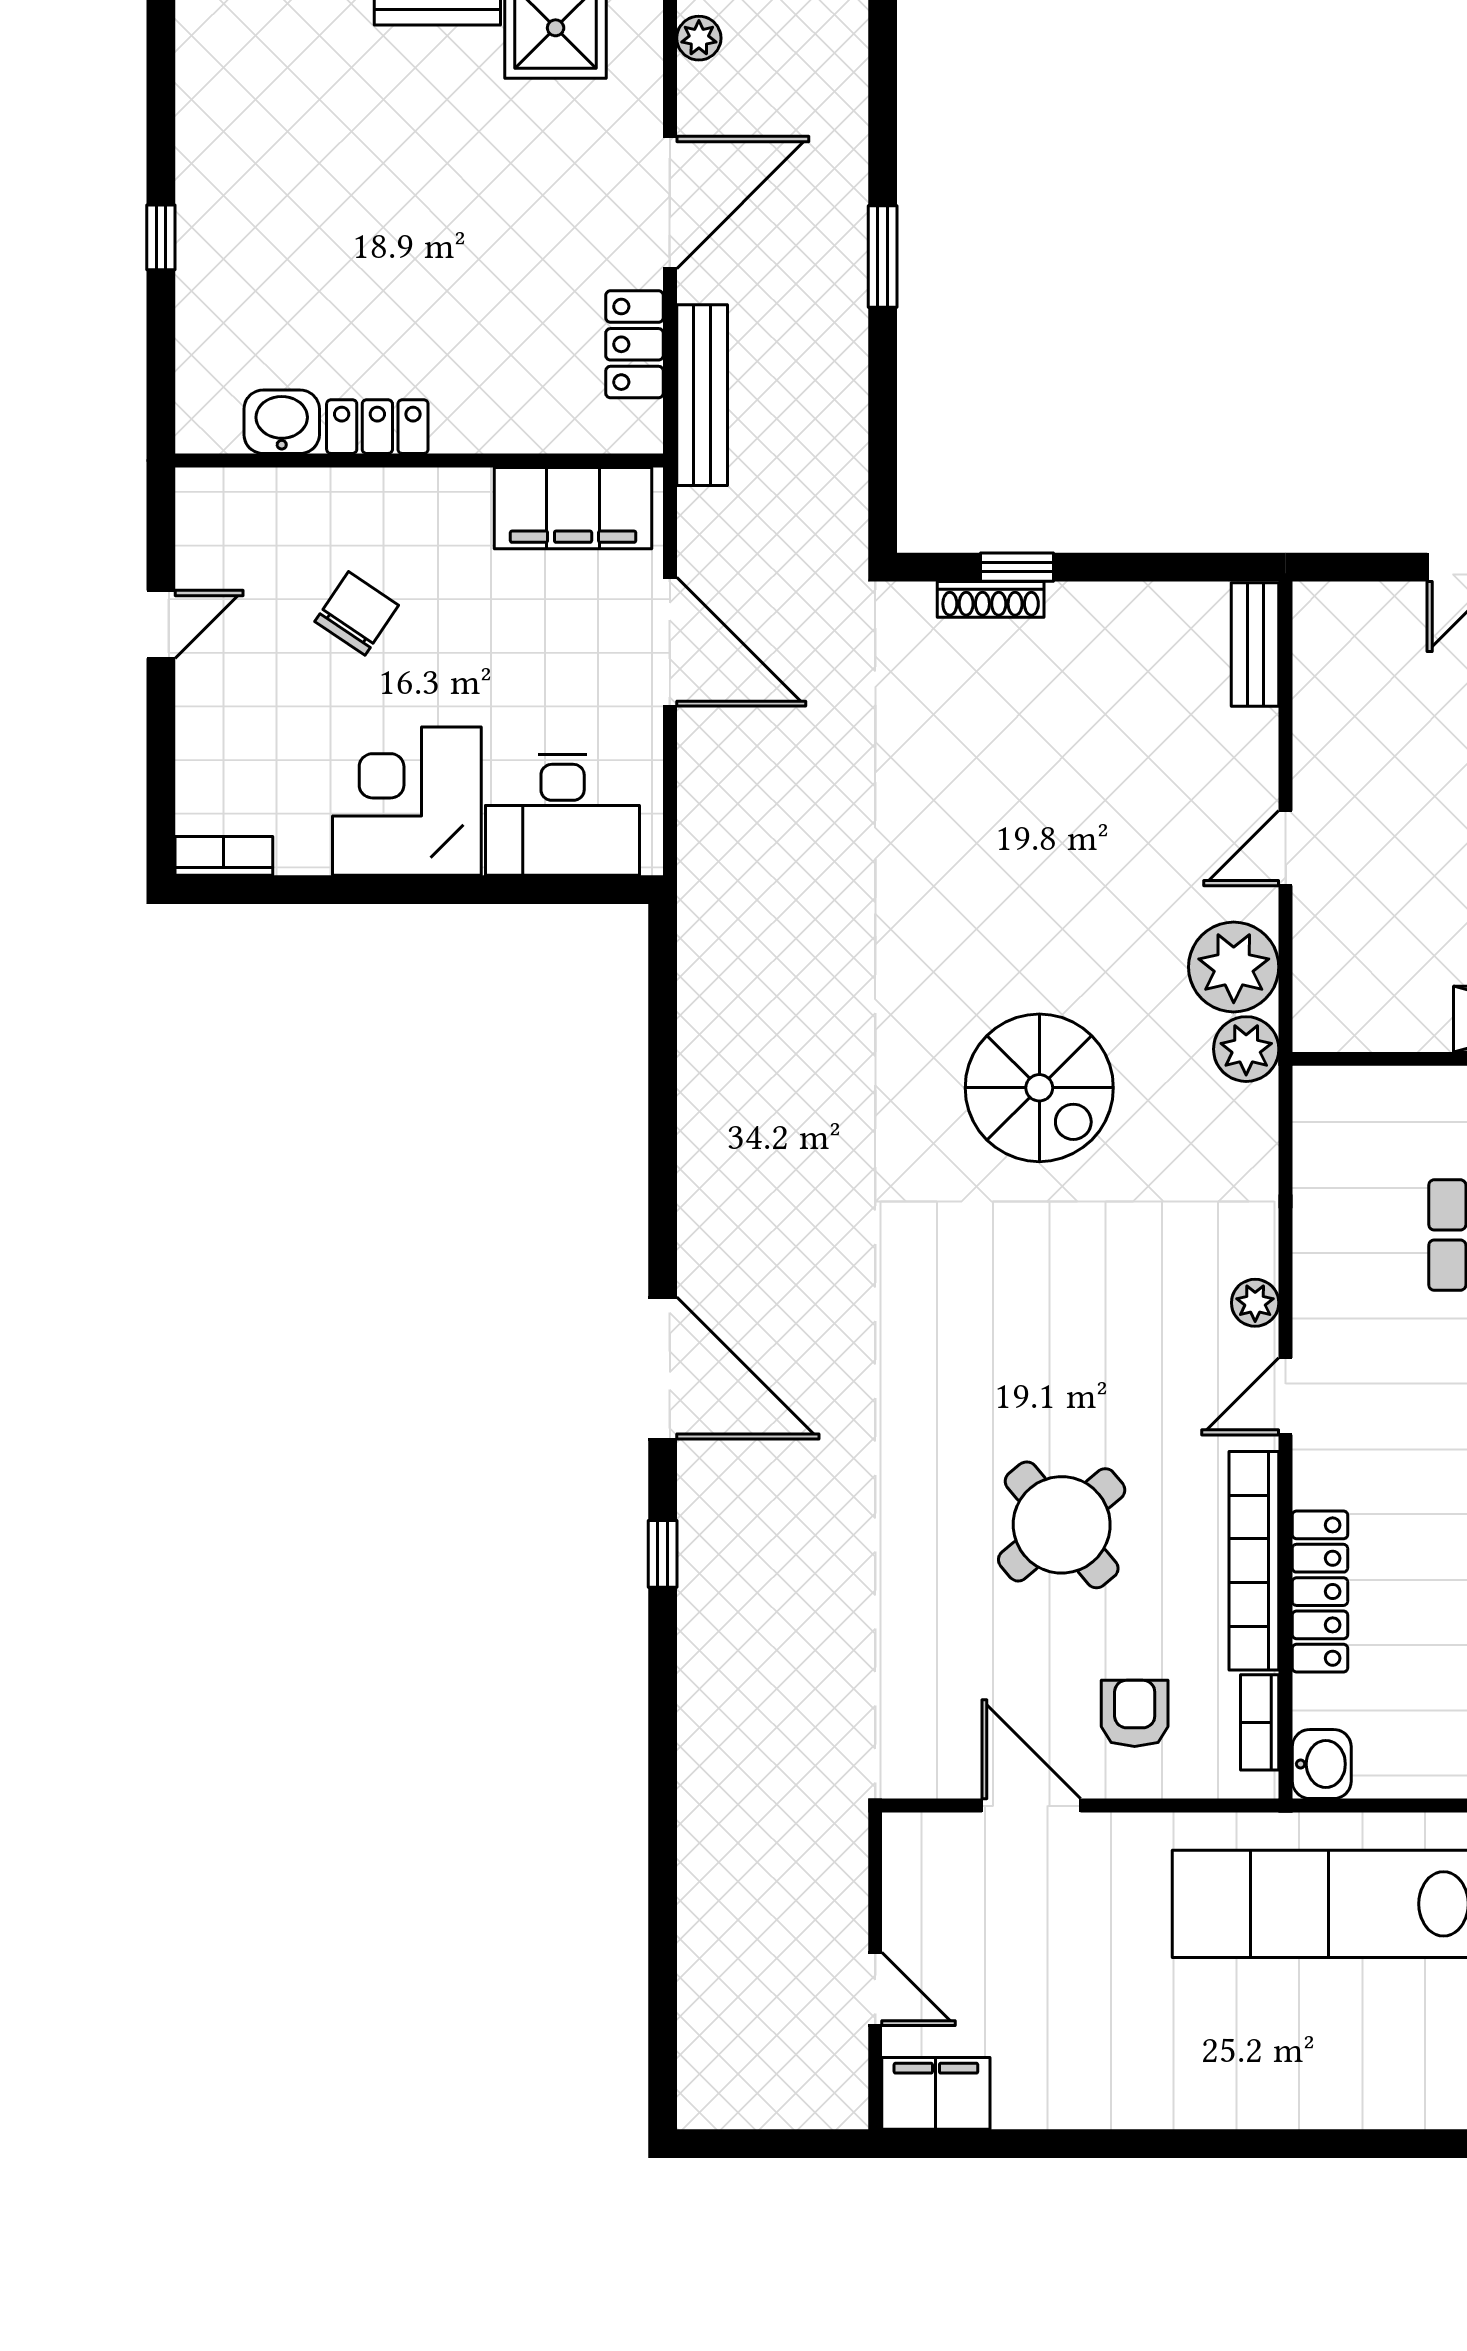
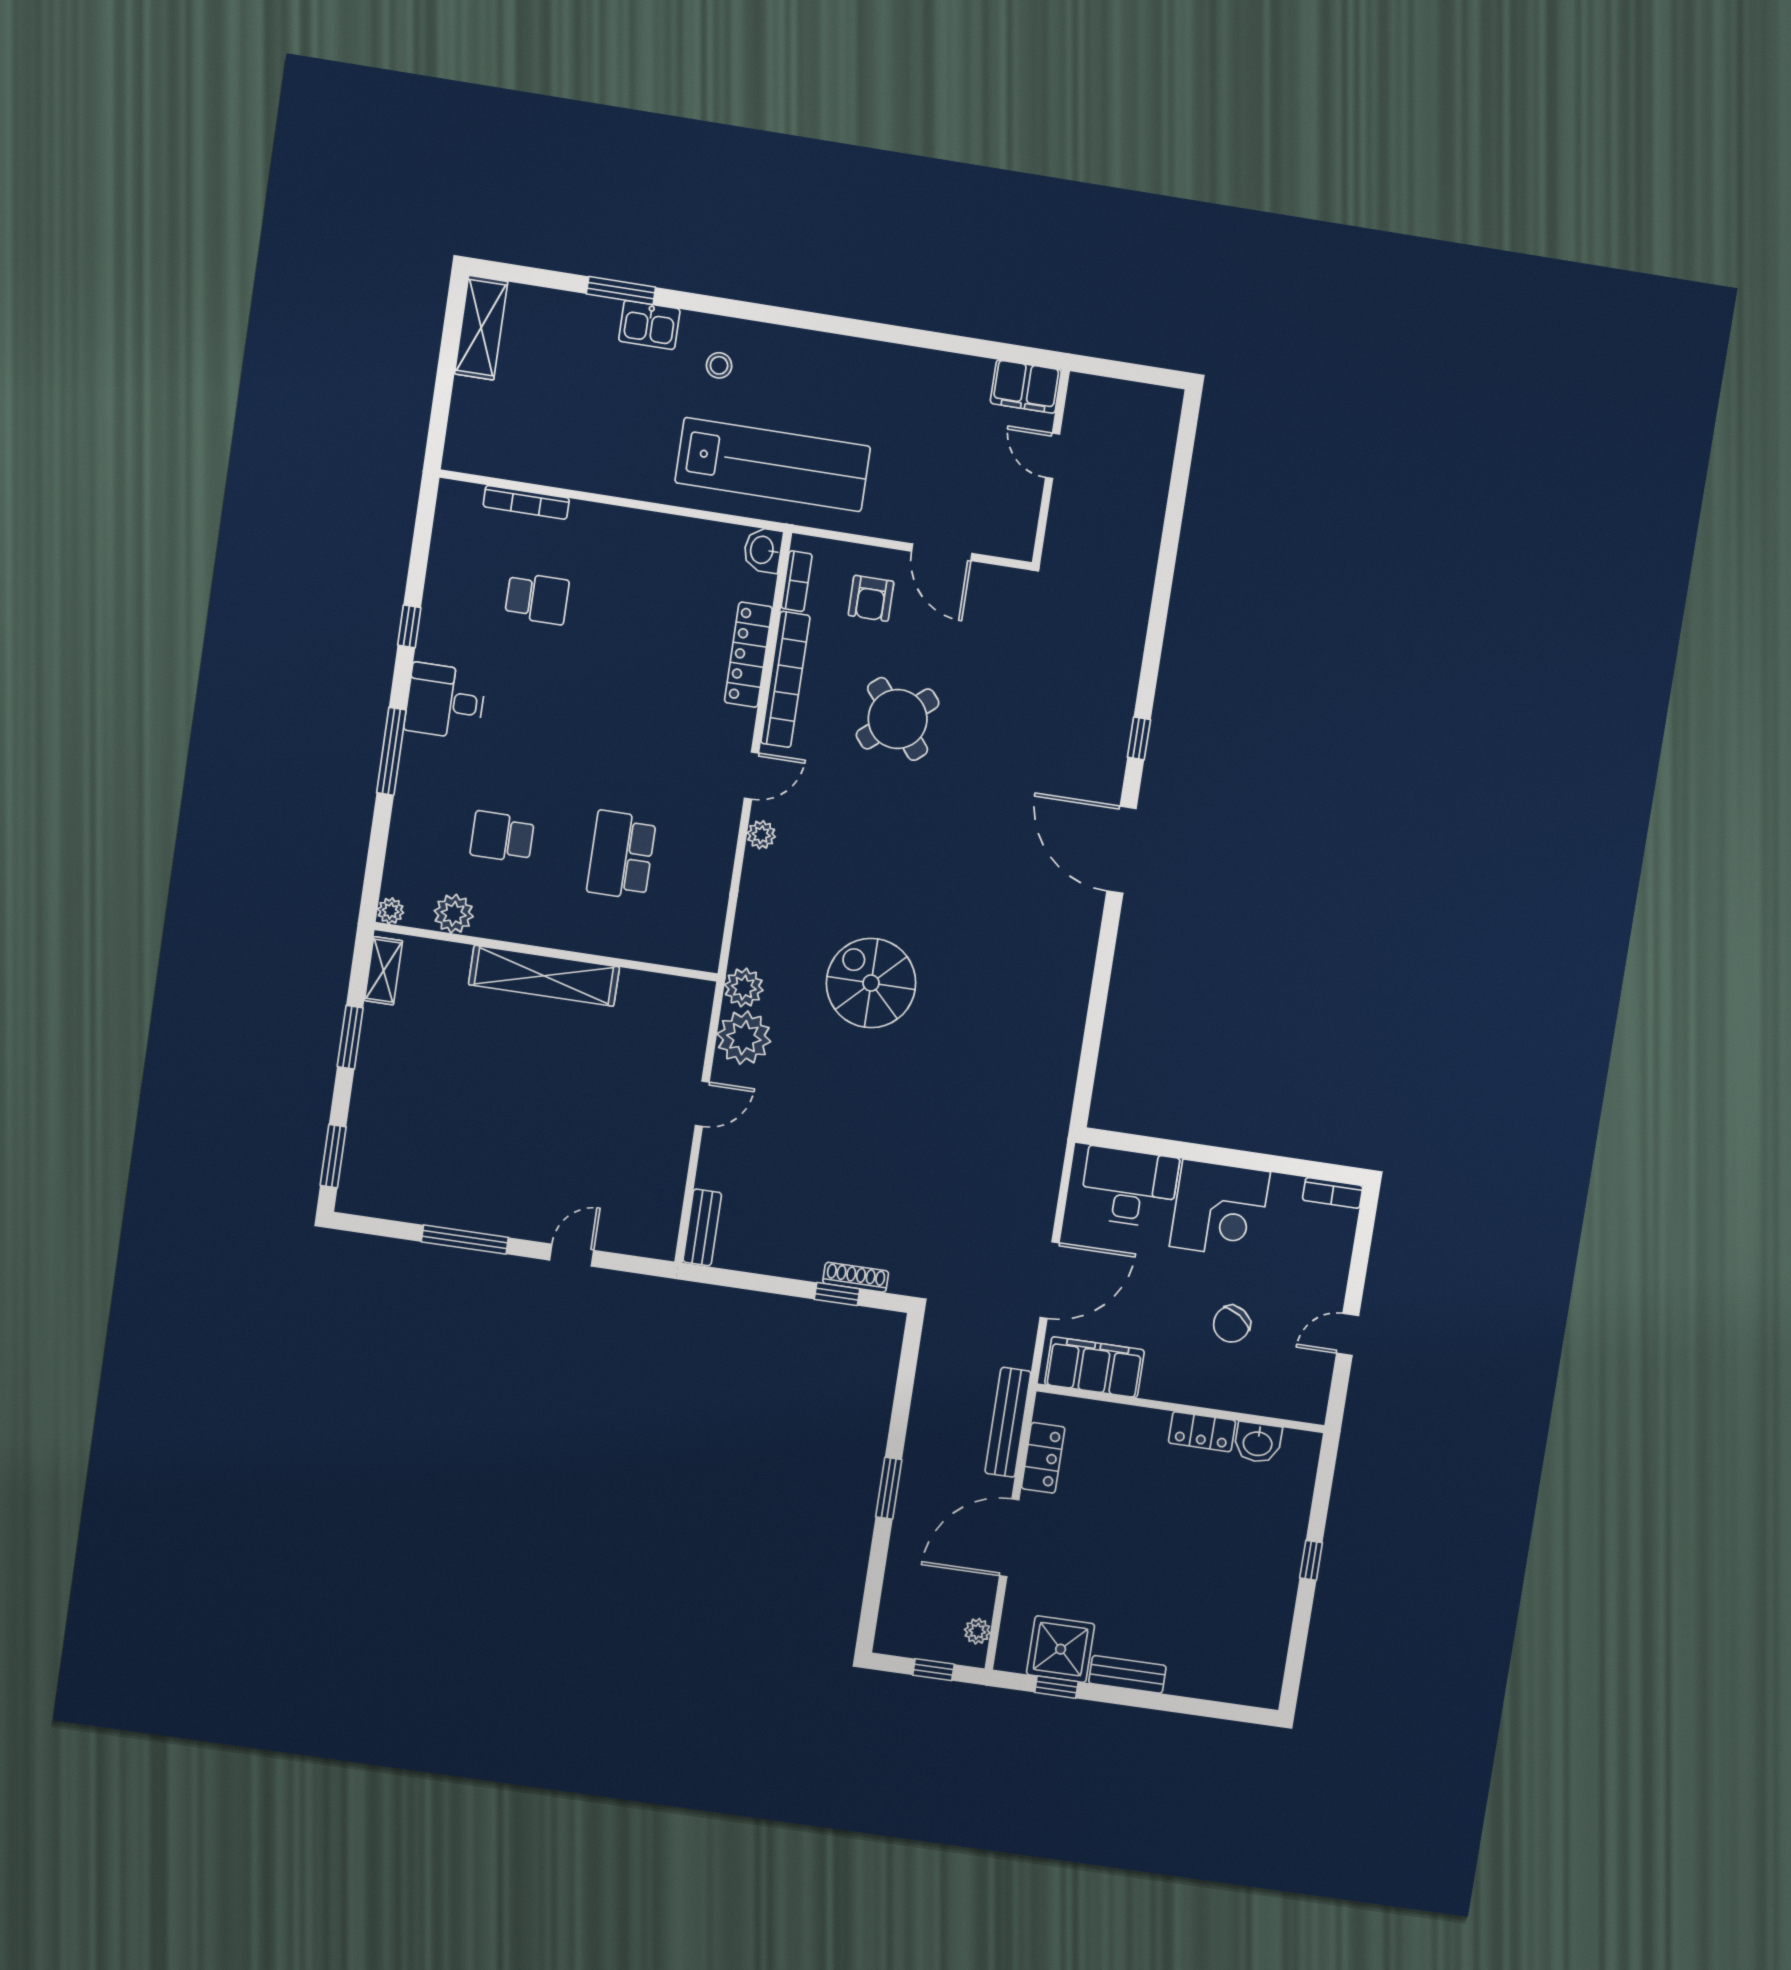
door: (670, 642) -> (1050, 1280), swing flipped
stool: (1437, 2049) -> (719, 365), added

